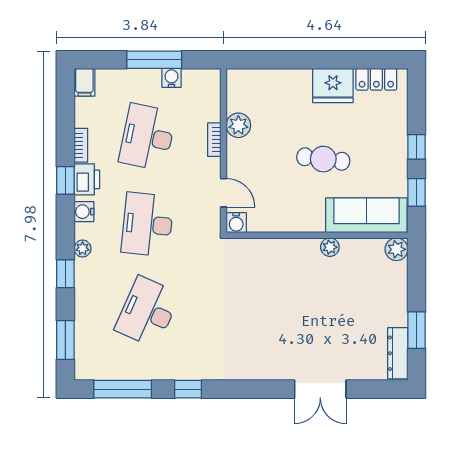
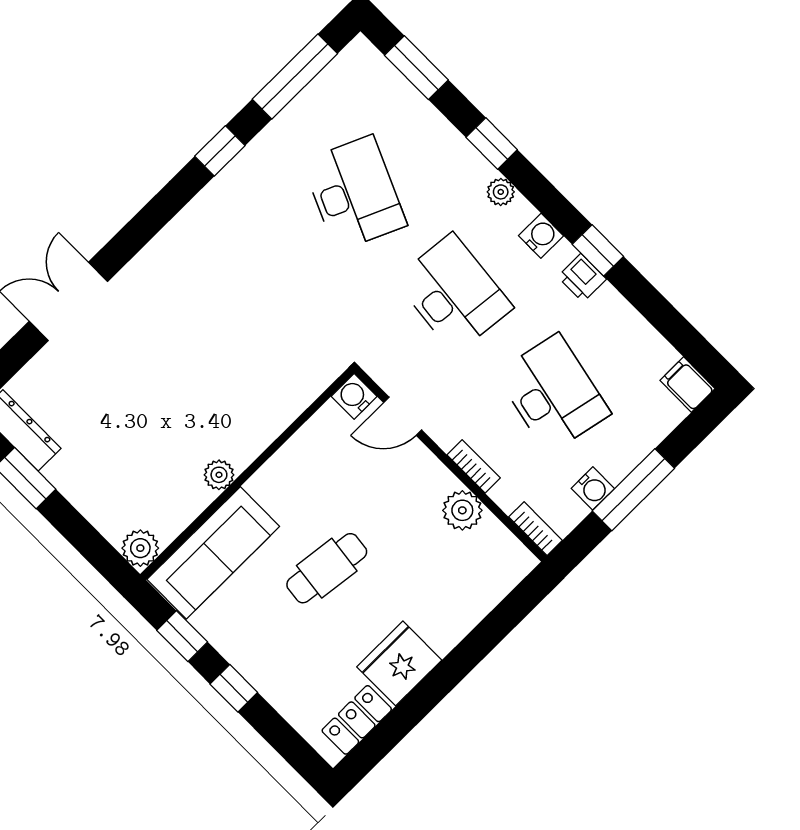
bookcase: (81, 145) -> (536, 529), moved, turned 180
printer: (87, 179) -> (582, 278), width x0.73, depth x0.81

